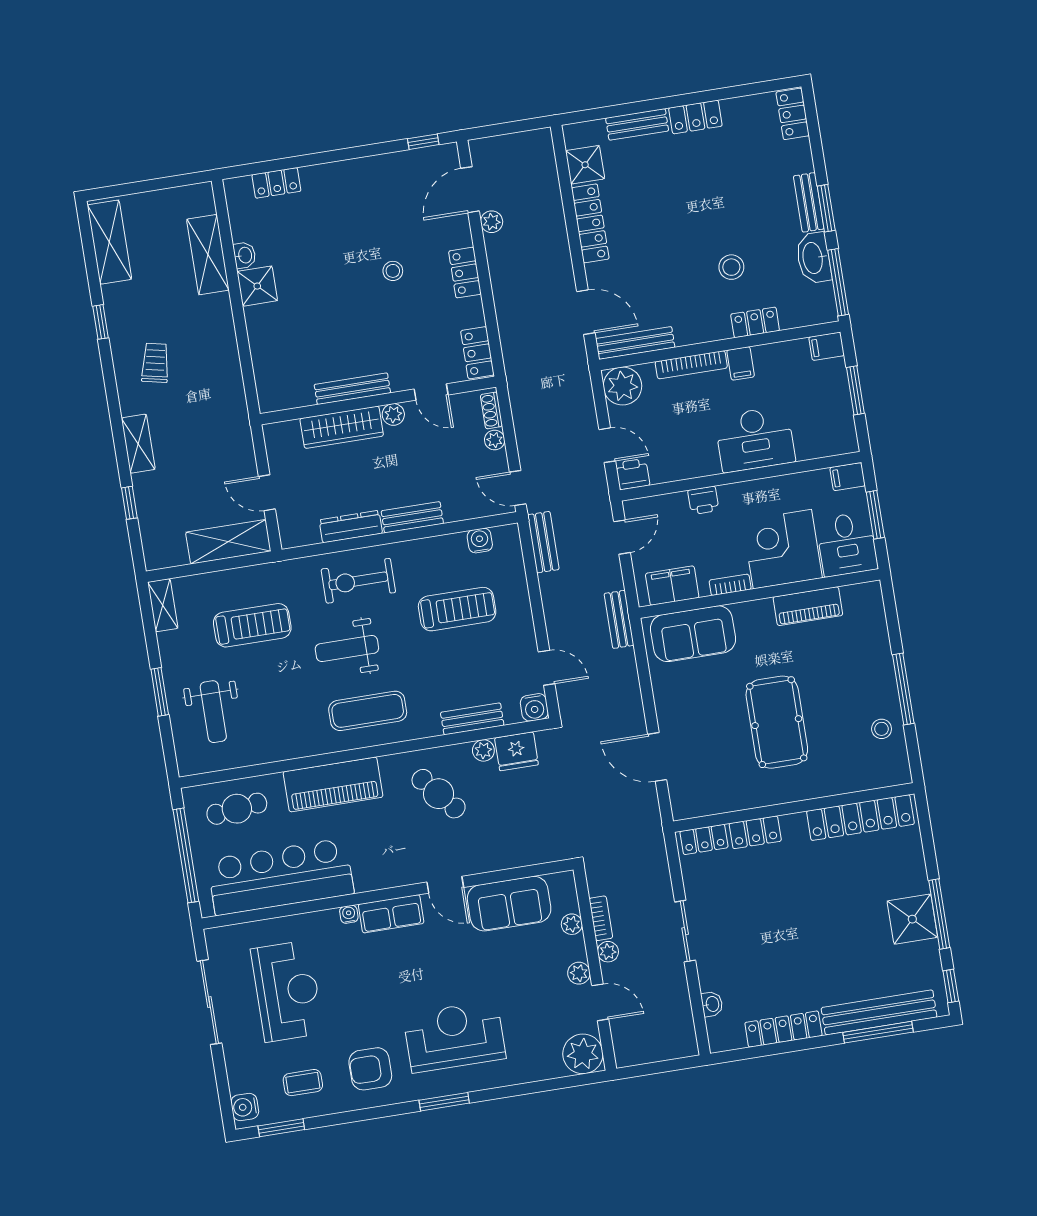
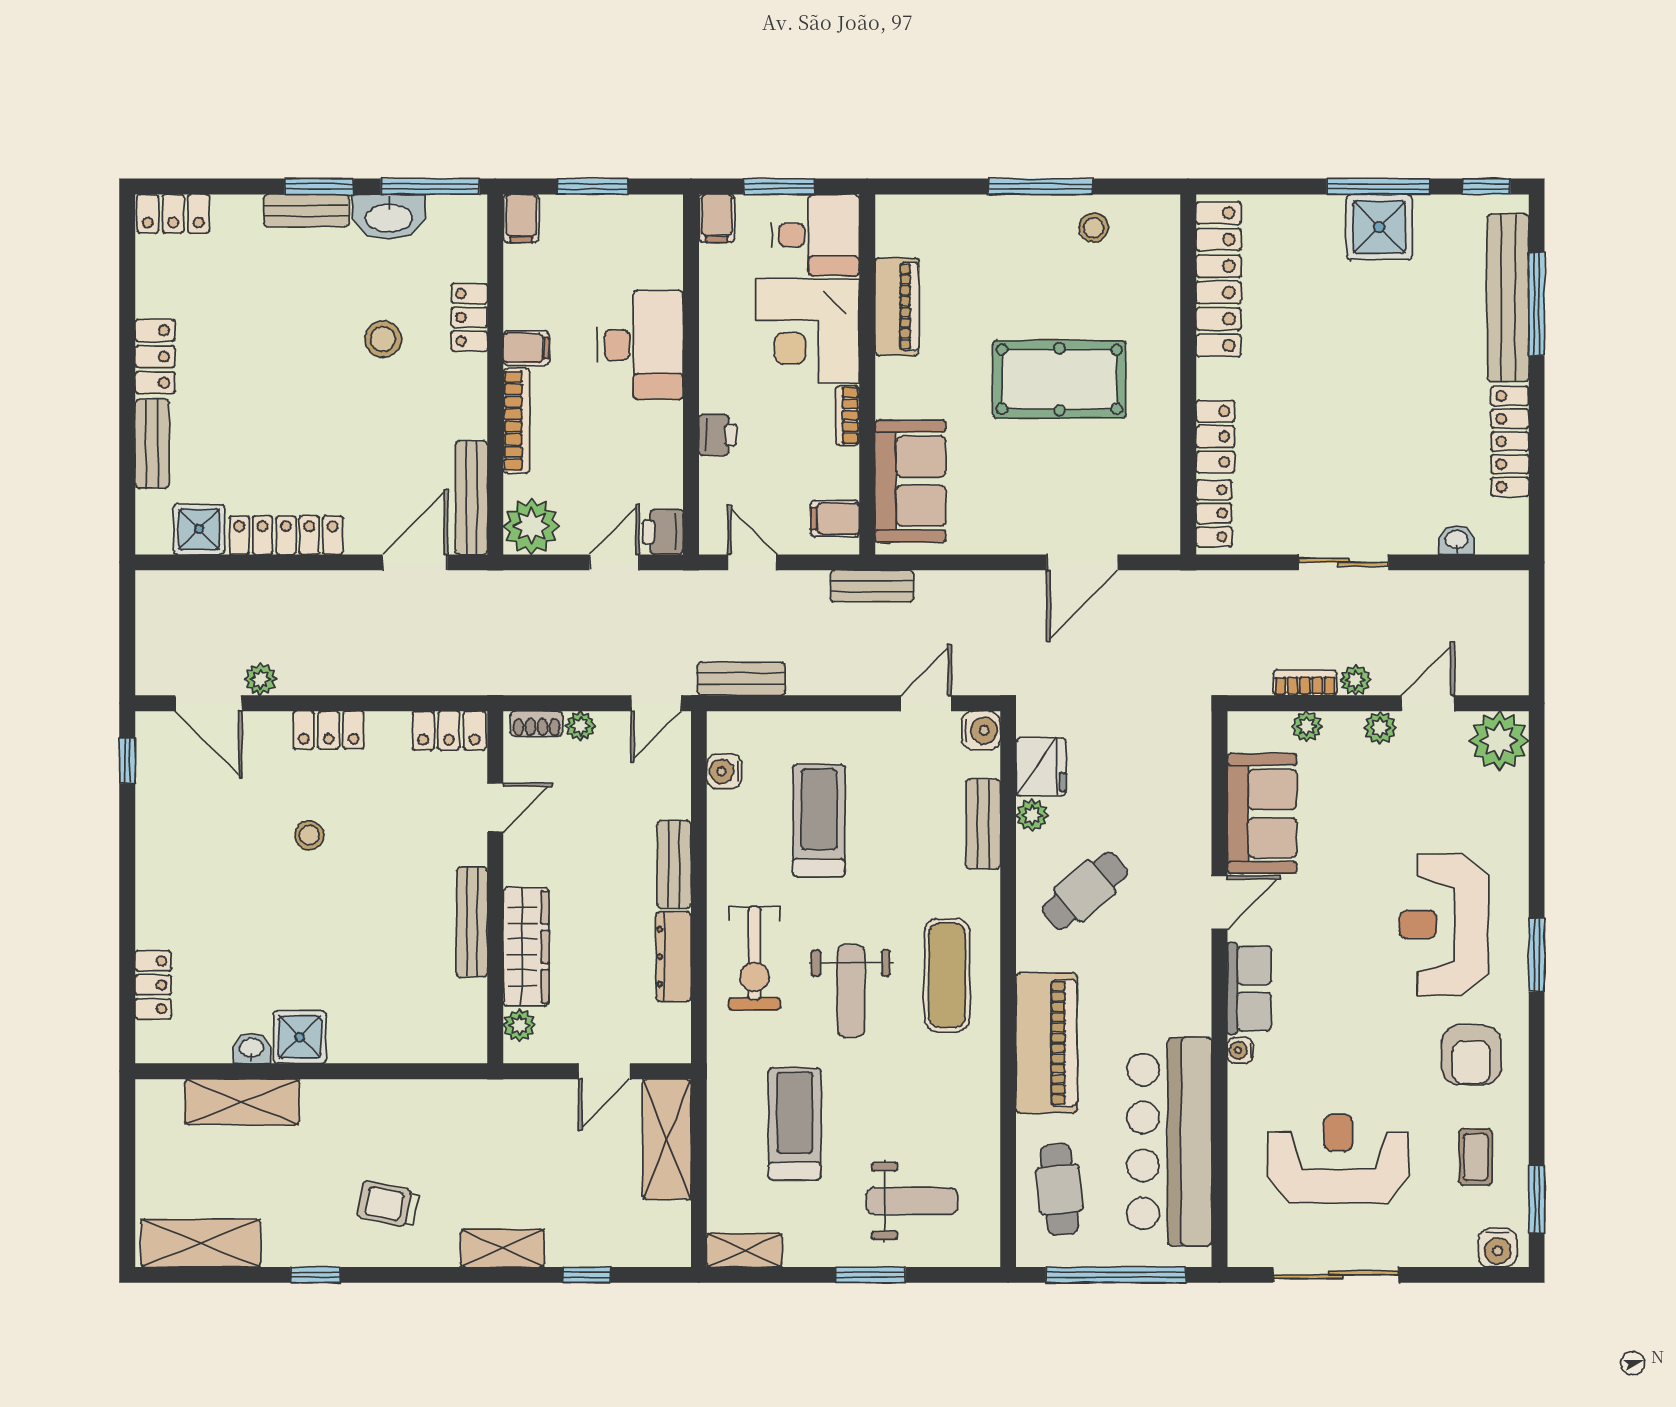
plant: (393, 414) -> (519, 1025), moved
filing cabinet: (672, 586) -> (835, 519), width x0.50

